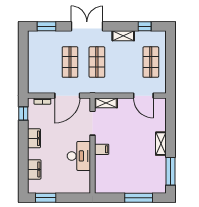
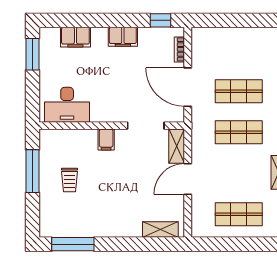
door: (143, 96) -> (188, 179), moved
shelving: (161, 144) -> (160, 230), moved
desk: (79, 156) -> (67, 105), moved
trolley: (128, 173) -> (69, 180), added
window: (139, 198) -> (32, 171), moved

